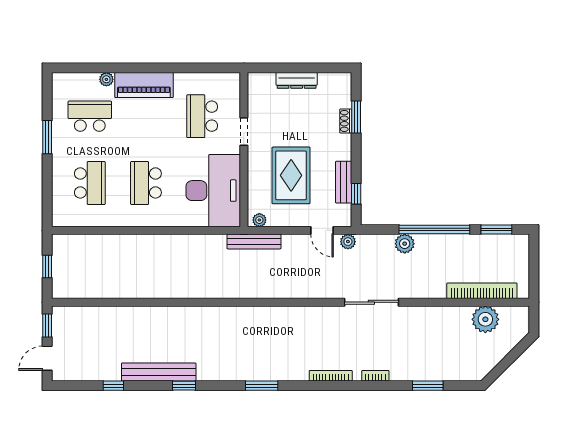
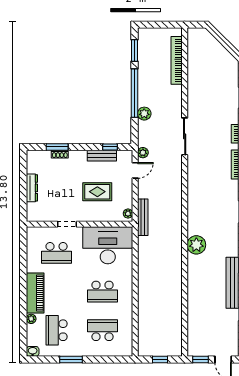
washbasin: (59, 81) -> (33, 351), added
rug: (291, 175) -> (97, 192), width x0.73, depth x0.70
plant: (485, 319) -> (196, 245), moved

